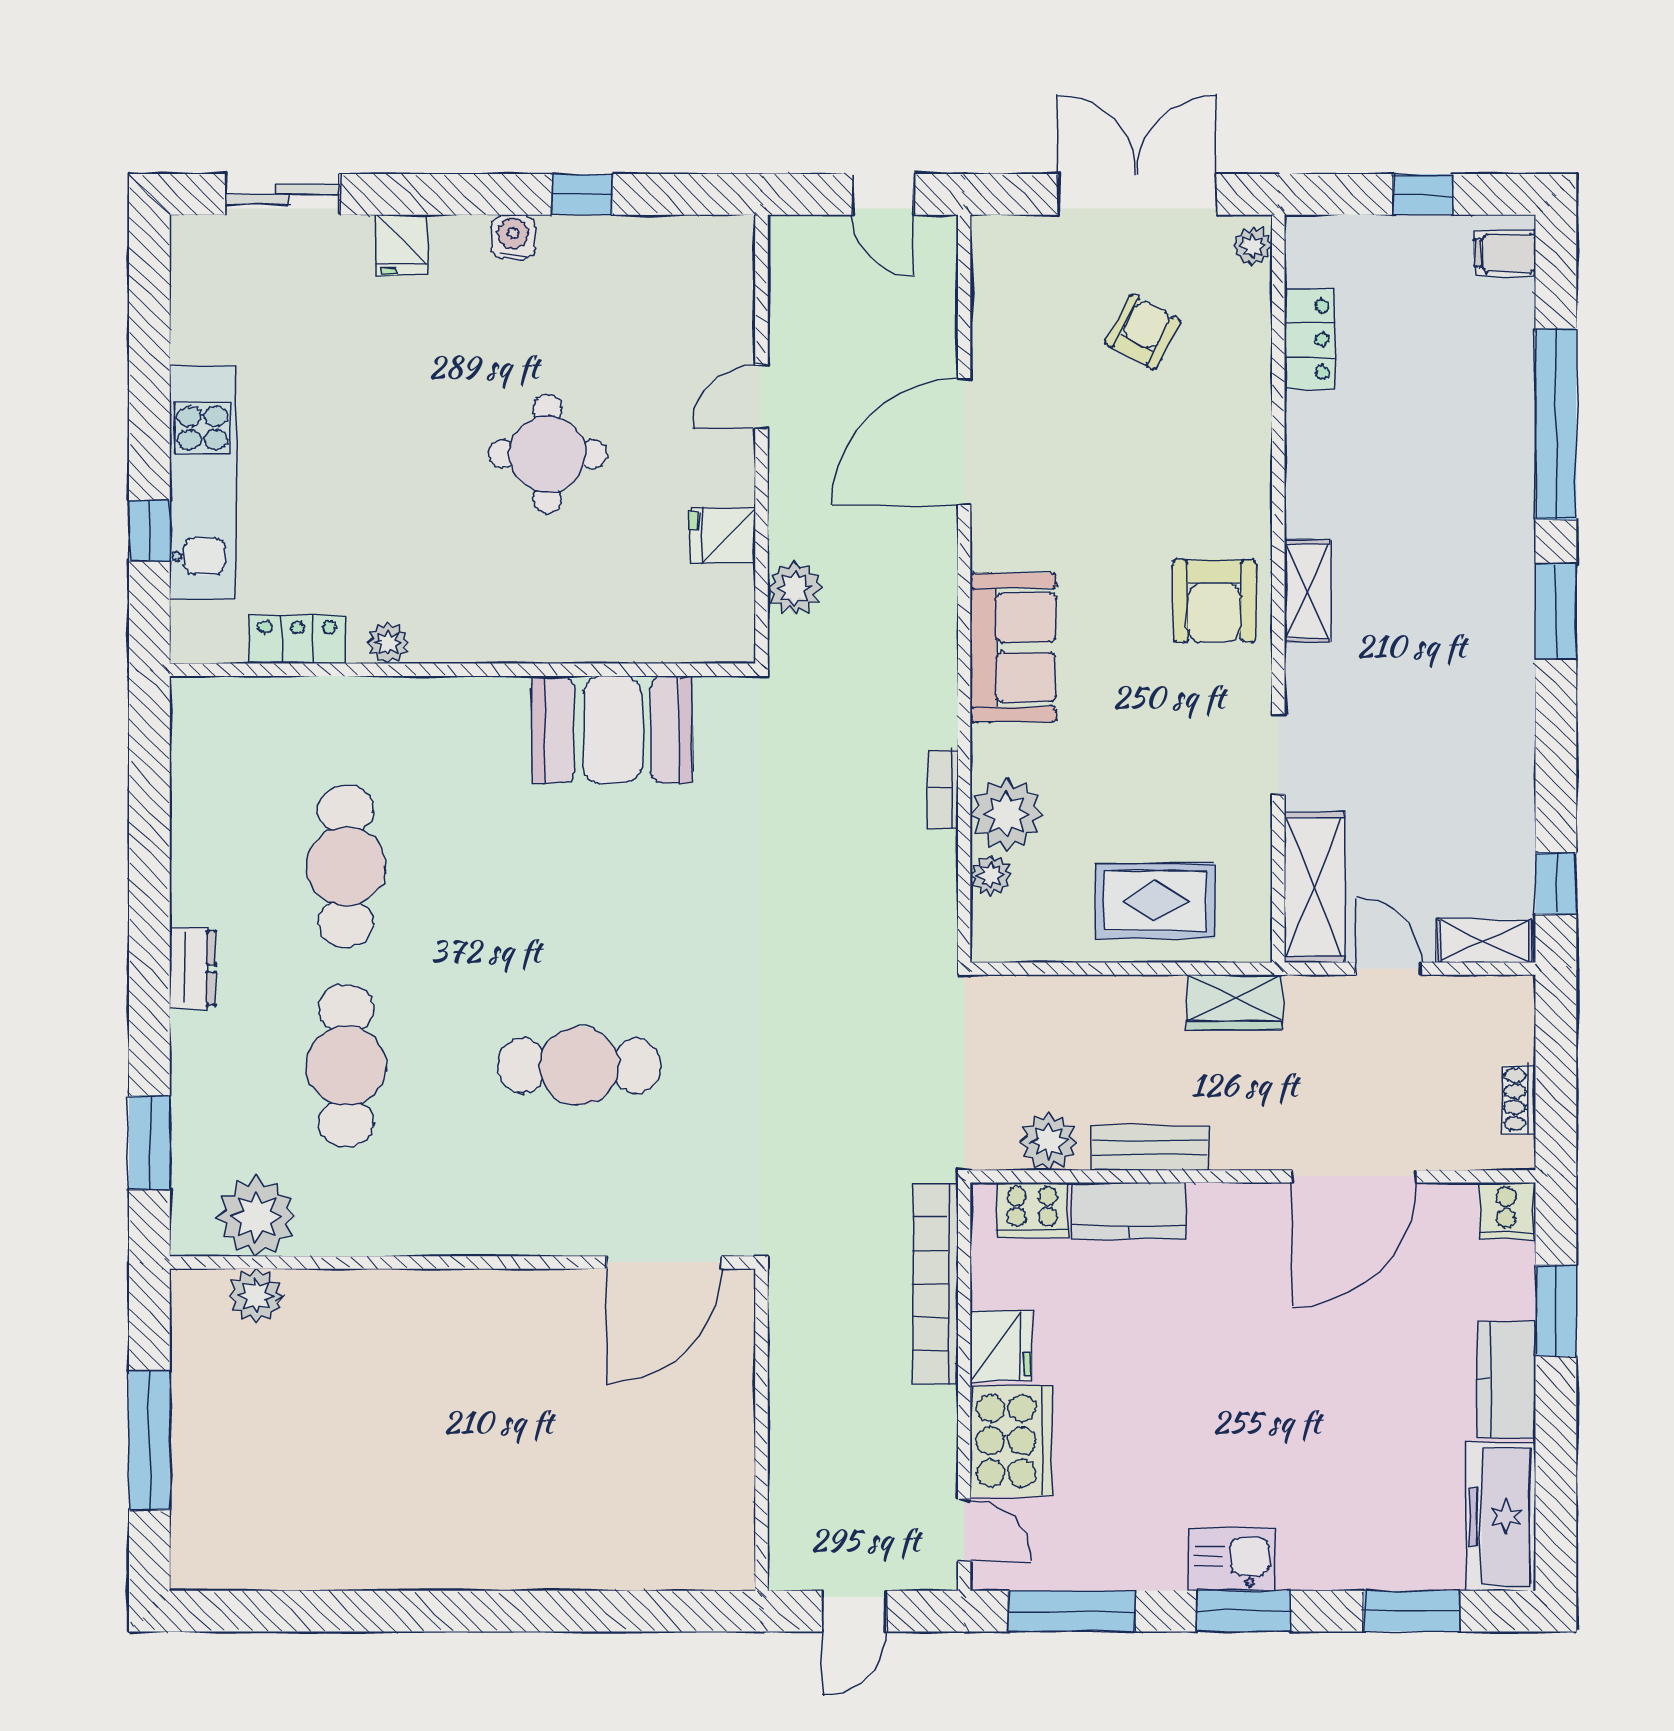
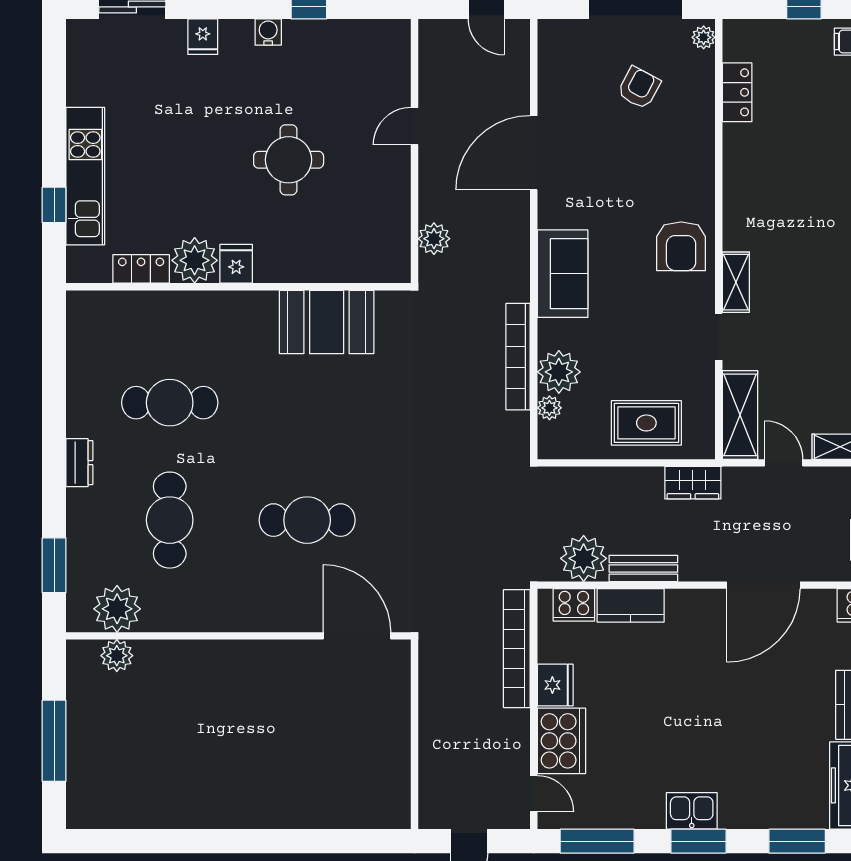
fridge: (722, 535) -> (236, 264), moved, turned 90
shelving: (1307, 591) -> (736, 282), moved
plant: (388, 643) -> (195, 260), width x1.88, depth x1.88
bookcase: (942, 788) -> (518, 357), width x2.31, depth x1.31
cafe table: (346, 866) -> (170, 403), turned 90
plant: (1049, 1141) -> (584, 558), width x1.36, depth x1.36
door: (664, 1262) -> (357, 636), swing flipped

